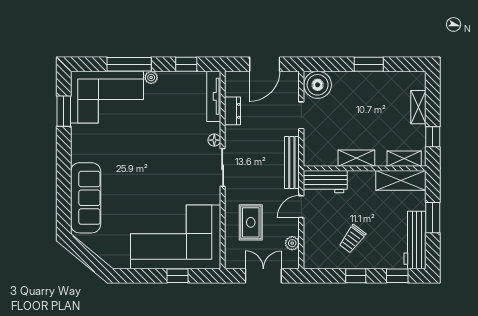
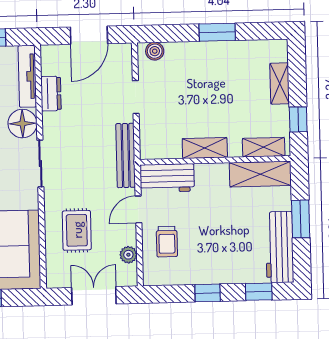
boiler: (318, 85) -> (155, 51), width x0.54, depth x0.54
floor lamp: (214, 140) -> (22, 124), width x1.89, depth x1.89
trolley: (352, 239) -> (167, 242), moved, turned -37

